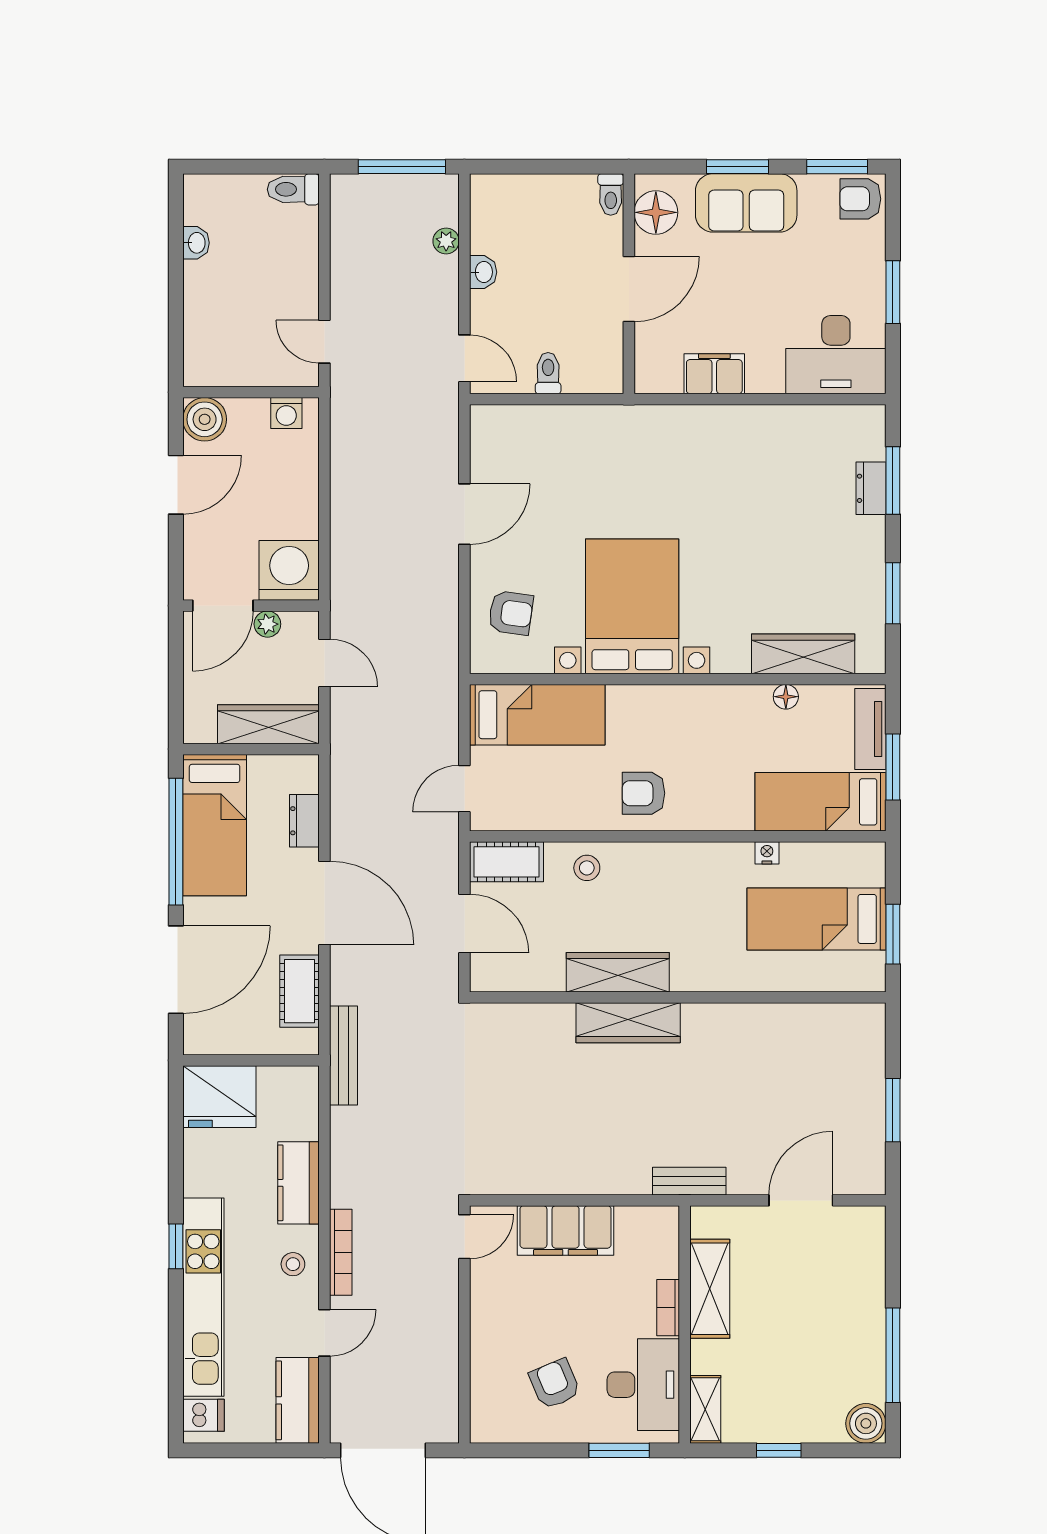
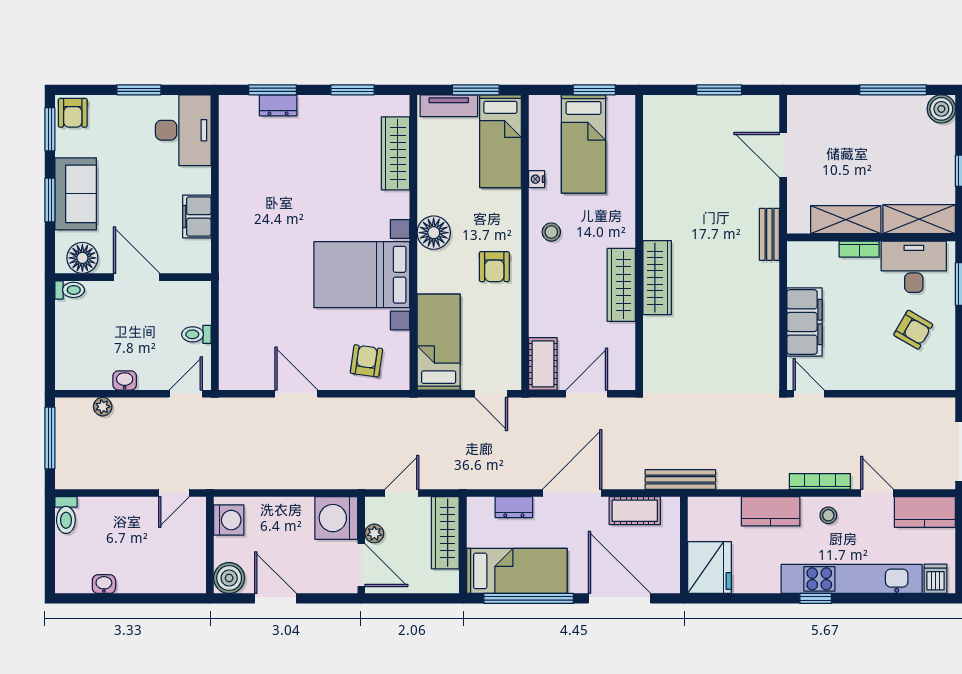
washing machine: (286, 413) -> (229, 520), width x1.38, depth x1.38
floor lamp: (786, 697) -> (434, 233), moved, width x1.89, depth x1.89
stool: (587, 868) -> (551, 232), moved
armchair: (555, 1384) -> (913, 330), turned -127
shelving: (705, 1409) -> (919, 219), width x1.50, depth x1.33

